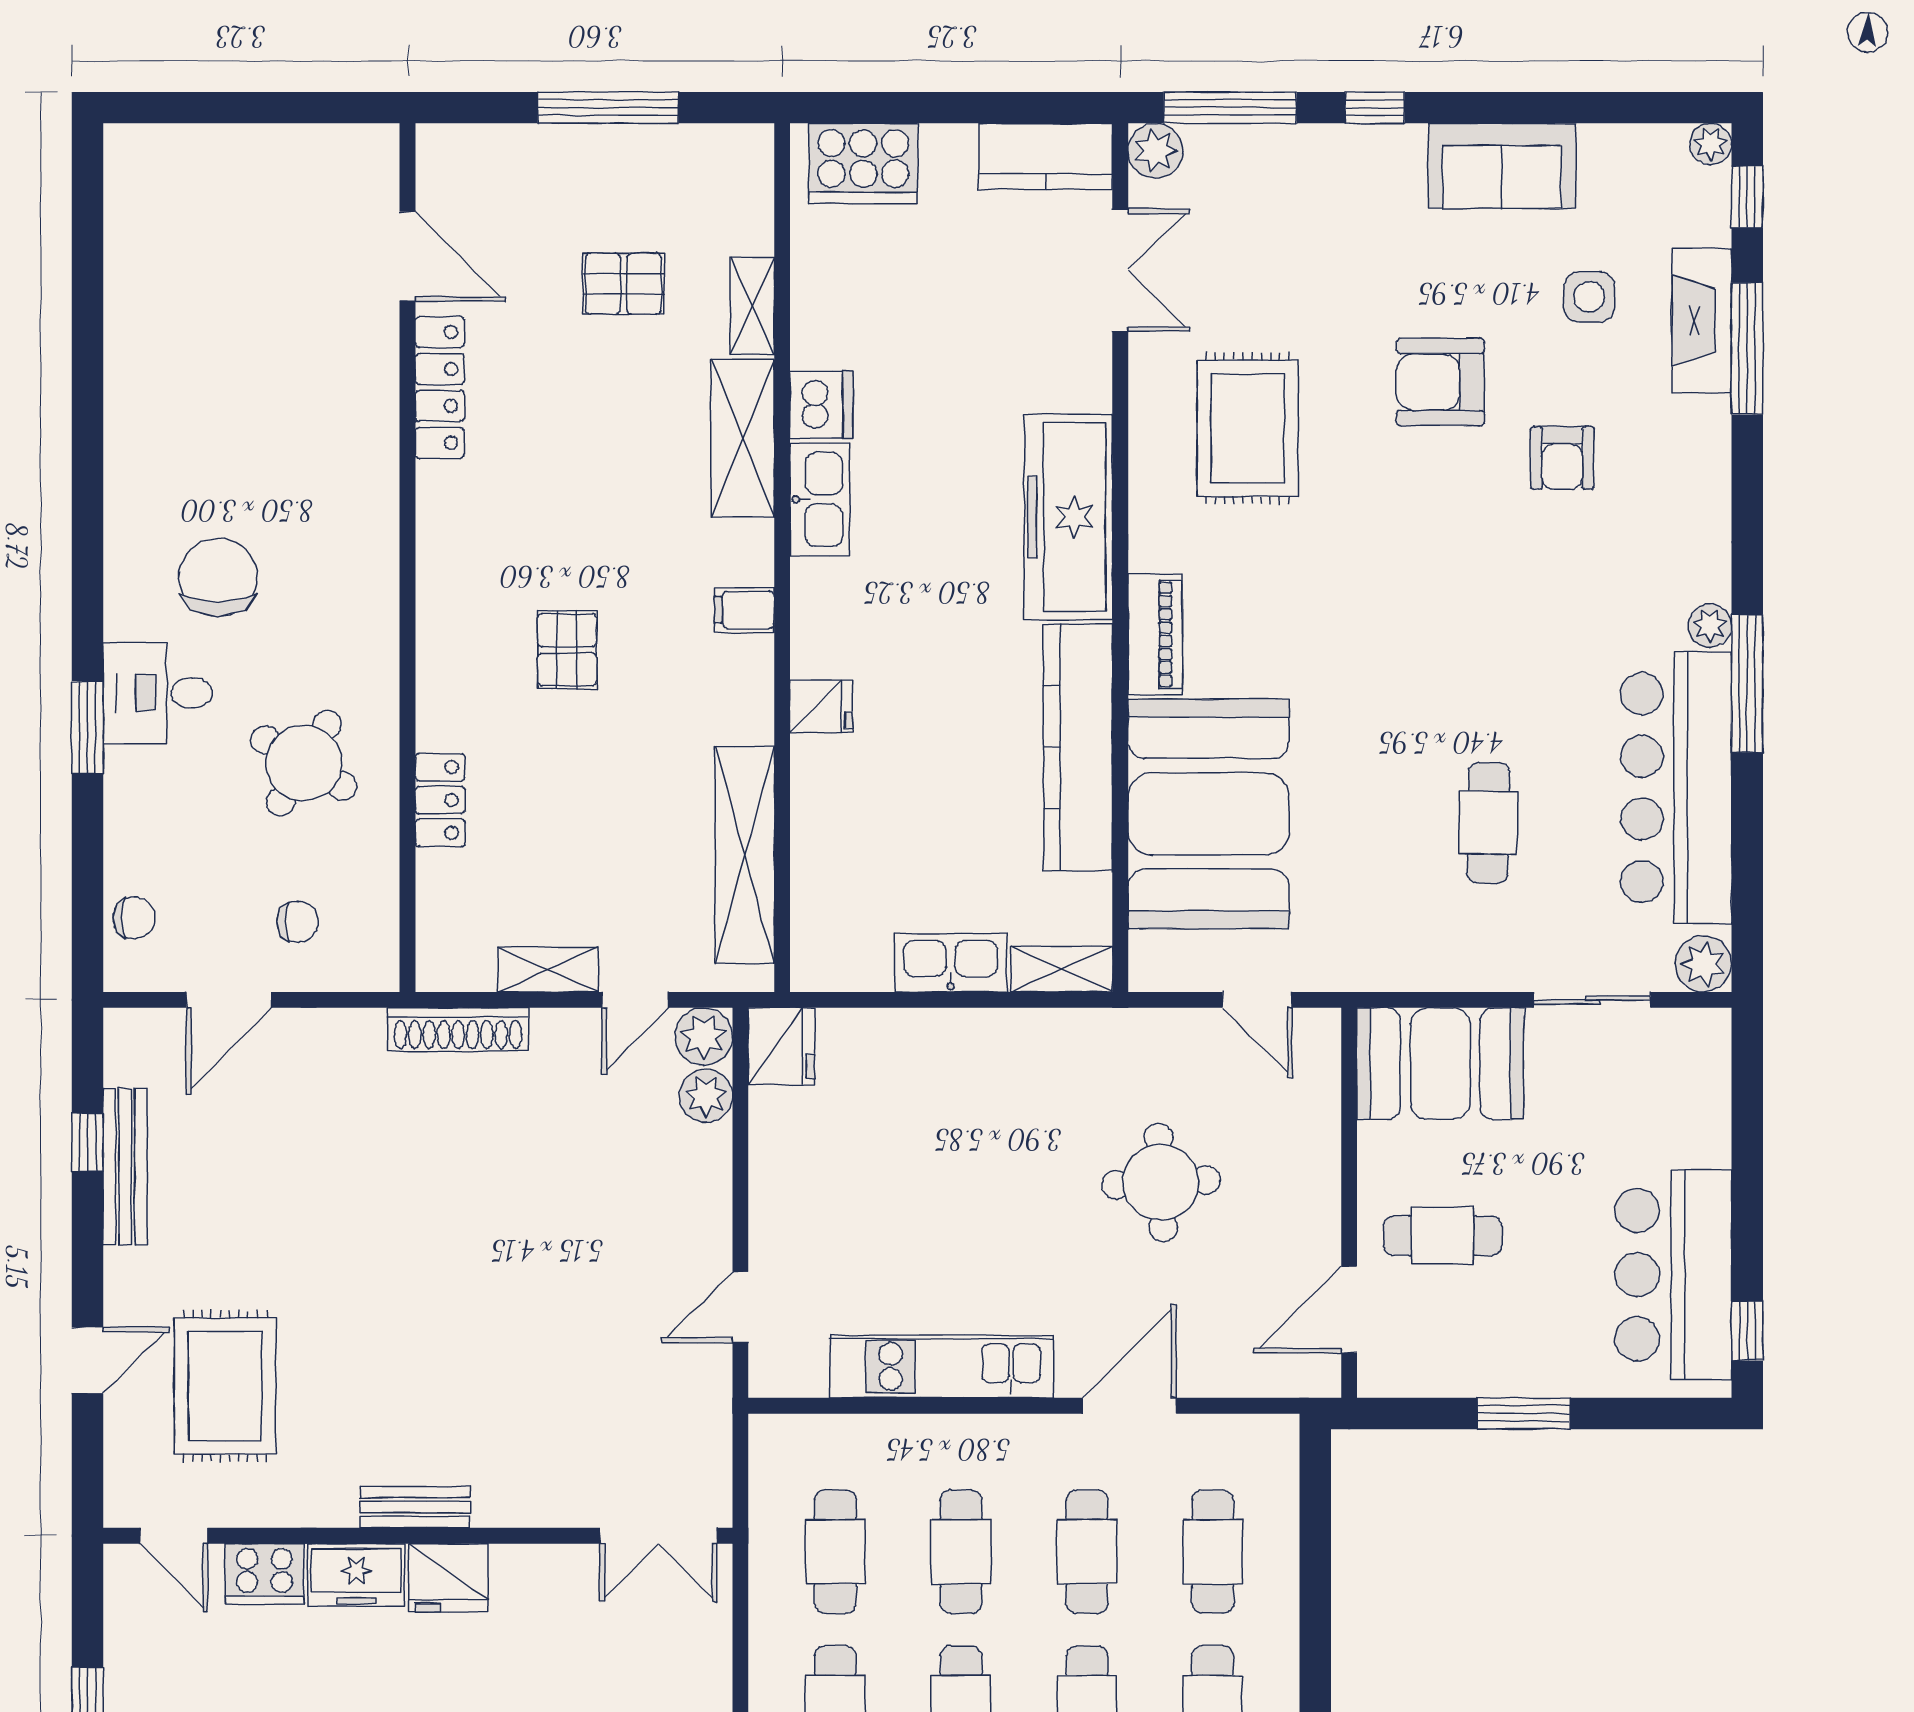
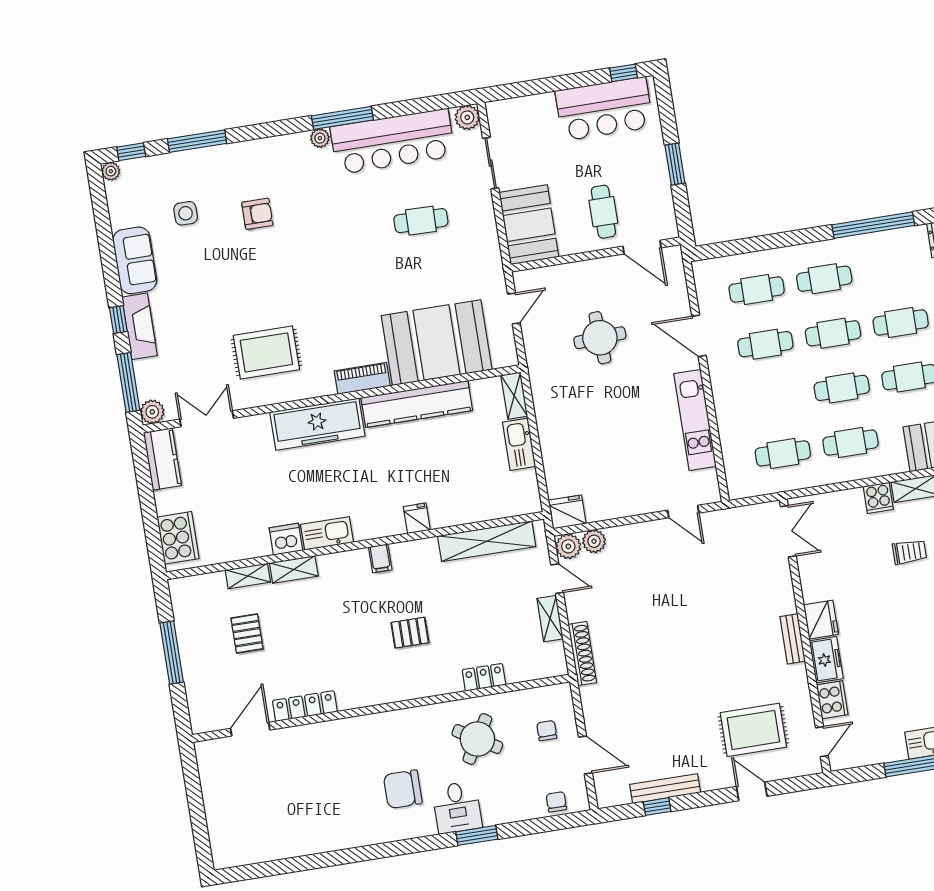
fireplace: (1702, 321) -> (140, 326), moved, turned -90
armchair: (1440, 382) -> (233, 272), removed
shelving: (743, 438) -> (294, 569), width x0.67, depth x0.75
cafe table: (961, 1552) -> (774, 399), removed

